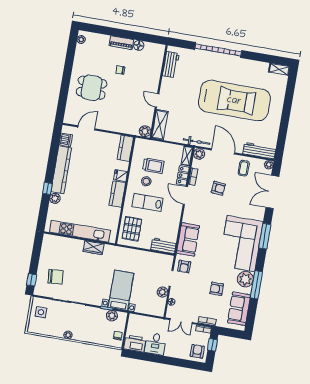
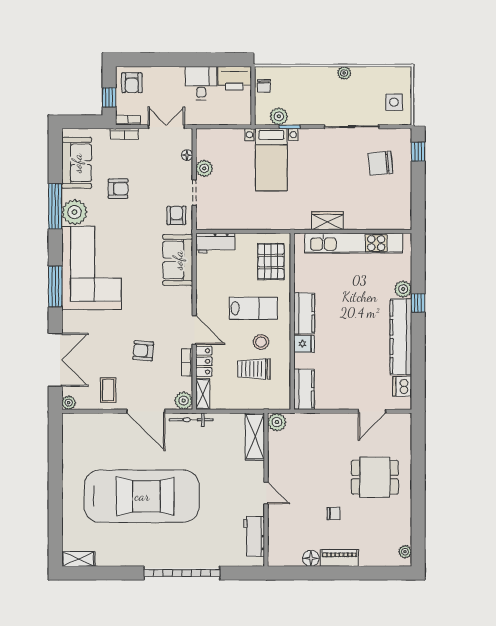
door: (157, 100) -> (266, 493), moved
car: (234, 101) -> (142, 496), turned 180
workbench: (259, 151) -> (88, 423), removed

